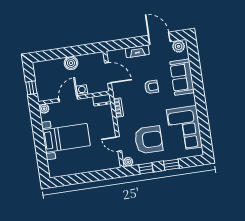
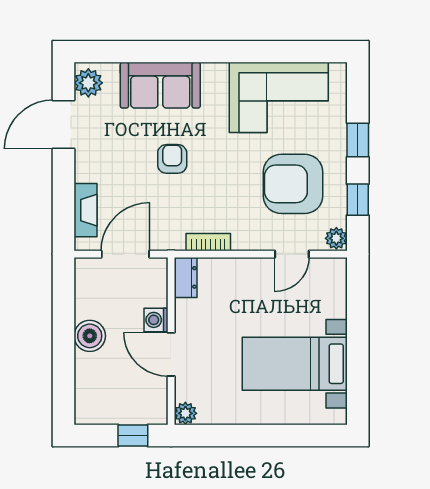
fireplace: (137, 51) -> (86, 210), moved
bed with nightstands: (66, 138) -> (295, 364), moved, turned -90
armchair: (149, 140) -> (293, 184), turned -90

